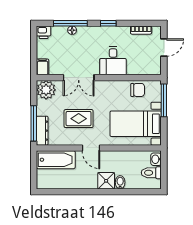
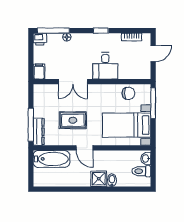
window: (70, 23) -> (53, 31), moved
plant: (46, 90) -> (42, 93), removed

